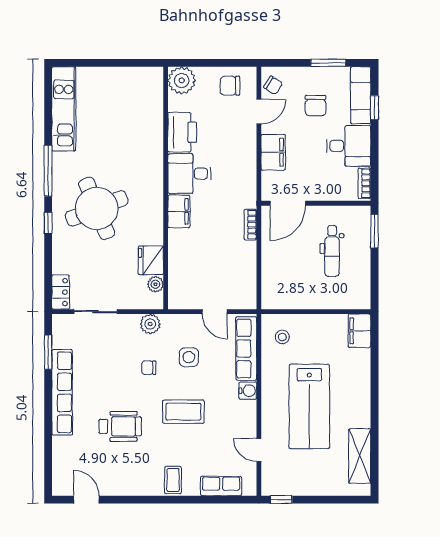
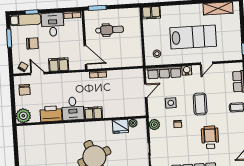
door: (259, 450) -> (206, 63), moved

